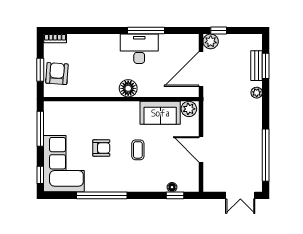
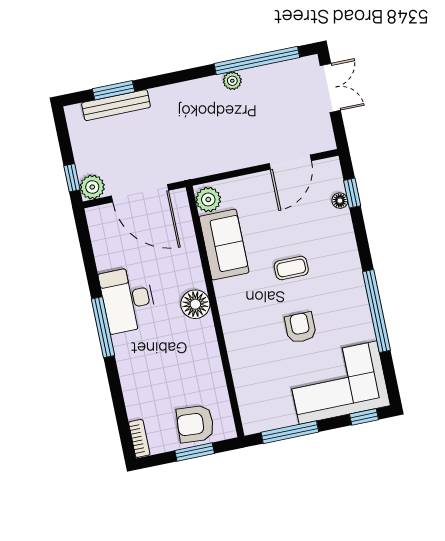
window: (146, 30) -> (103, 327), moved
bench: (257, 66) -> (116, 105), width x1.36
plant: (257, 93) -> (232, 81), moved
door: (201, 149) -> (290, 162), moved

